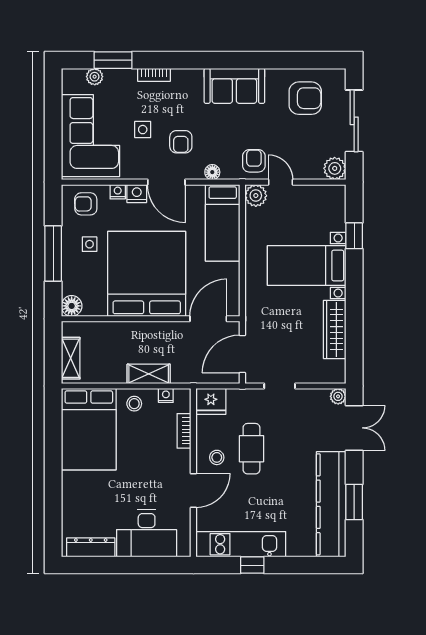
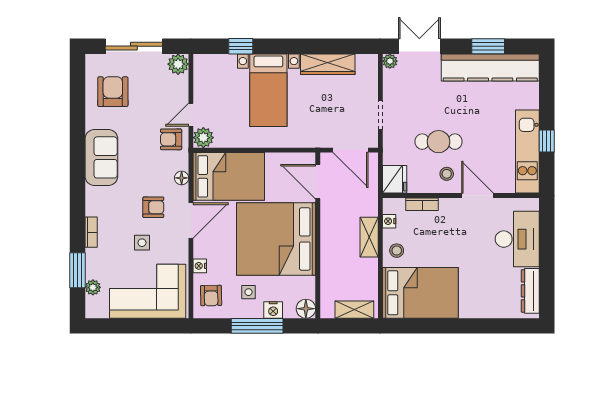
nightstand: (137, 194) -> (273, 310), moved, turned -90
bed: (223, 223) -> (229, 176), width x1.50

